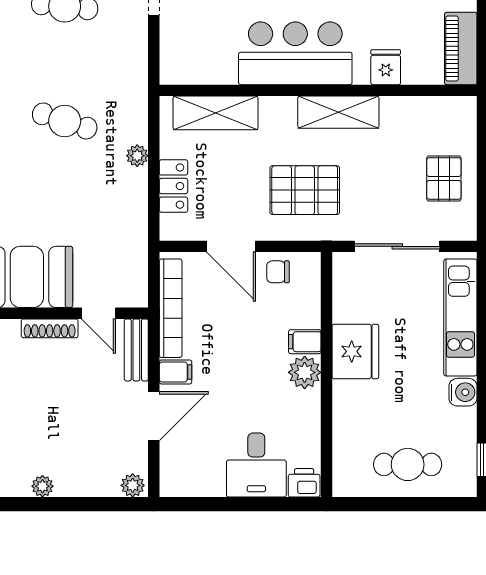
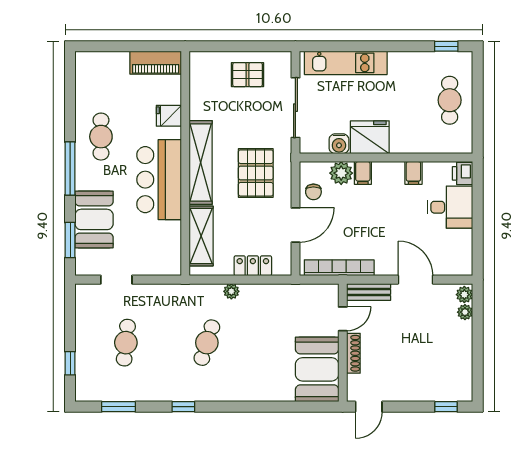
shelving: (338, 112) -> (201, 162), width x1.47
filing cabinet: (176, 372) -> (413, 173), moved, turned 180
plant: (305, 372) -> (341, 173), moved
water cooler: (463, 392) -> (339, 144), moved, turned 180
plant: (42, 486) -> (465, 312), moved

